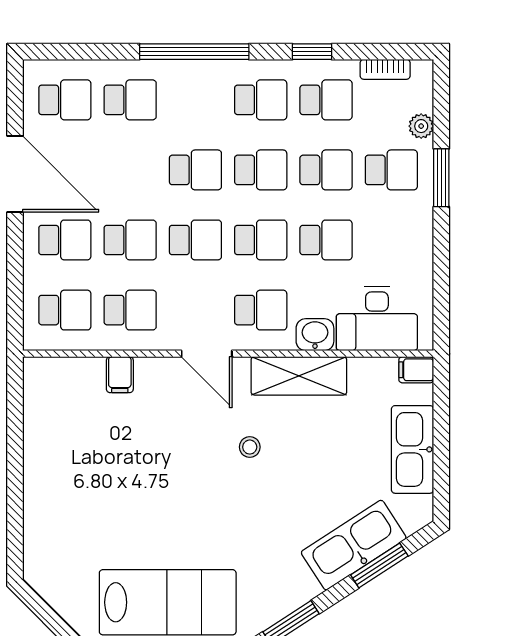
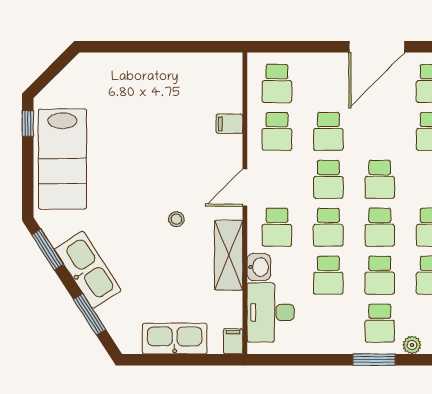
school desk: (65, 240) -> (328, 83), removed
kitchen sink: (354, 545) -> (88, 270), moved

